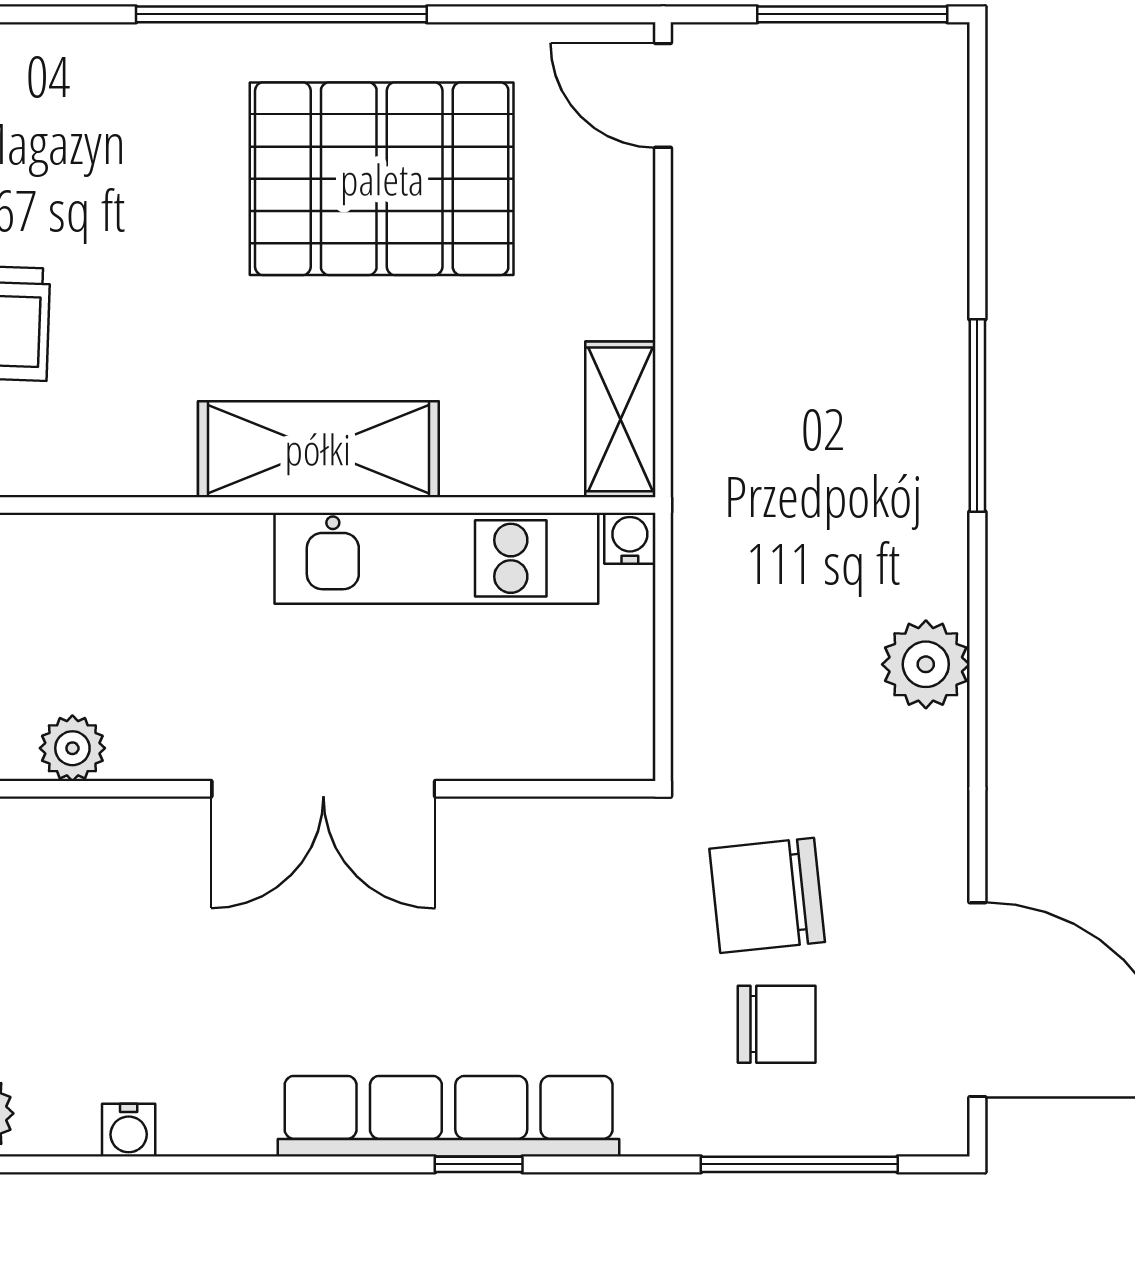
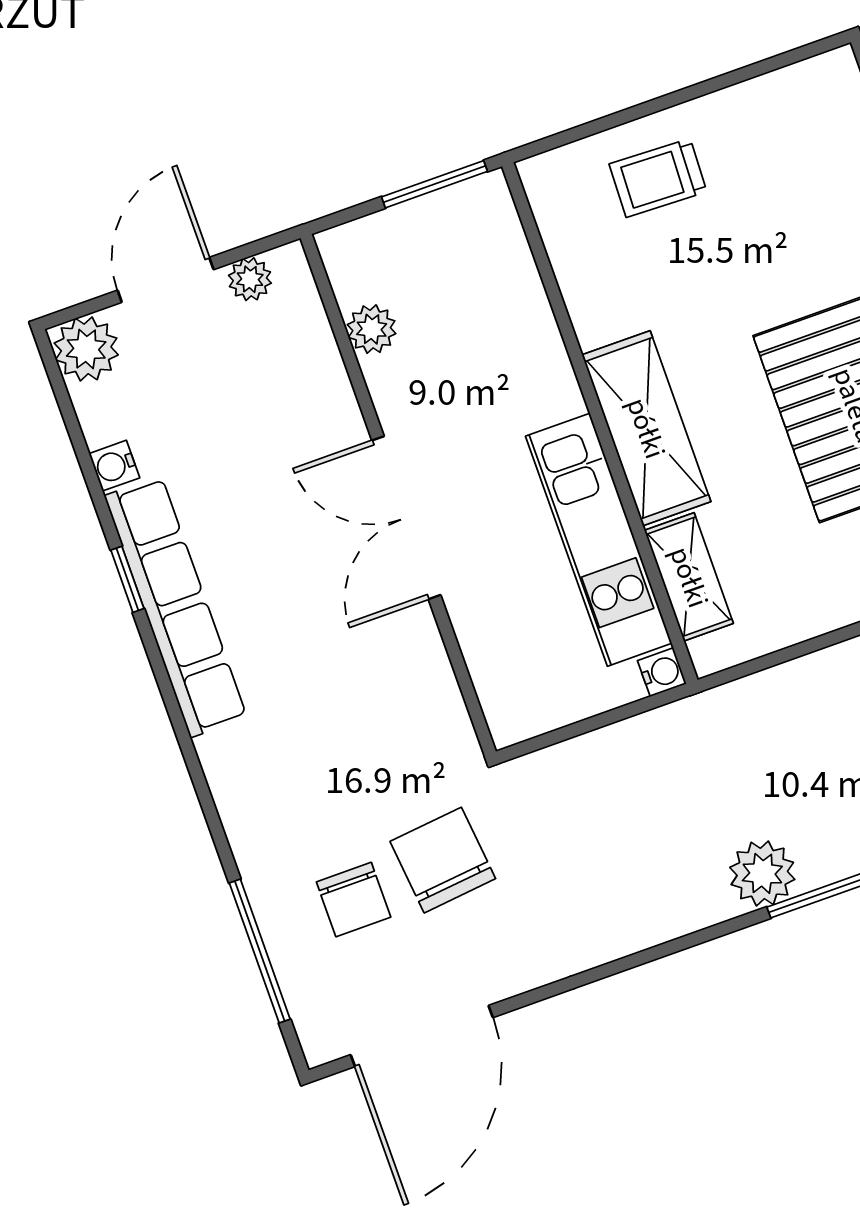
shelving: (620, 419) -> (689, 577), moved, turned 90
plant: (926, 664) -> (762, 873), moved
row of seats: (449, 1116) -> (176, 607), moved
window: (479, 1164) -> (127, 579), moved

